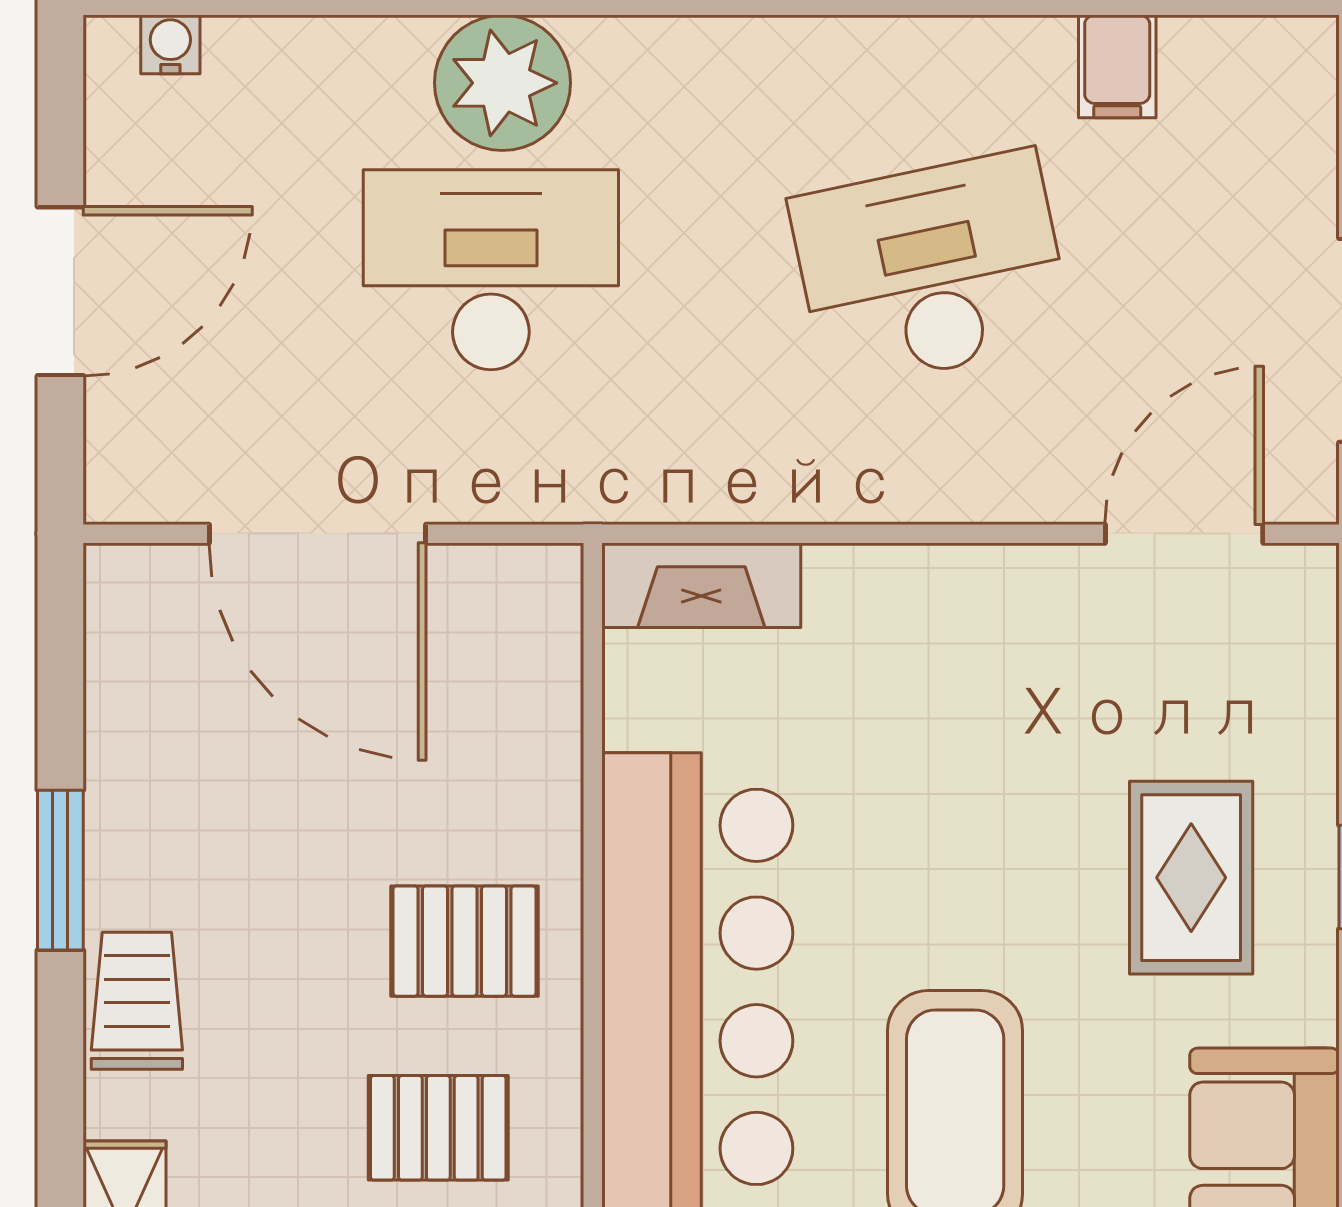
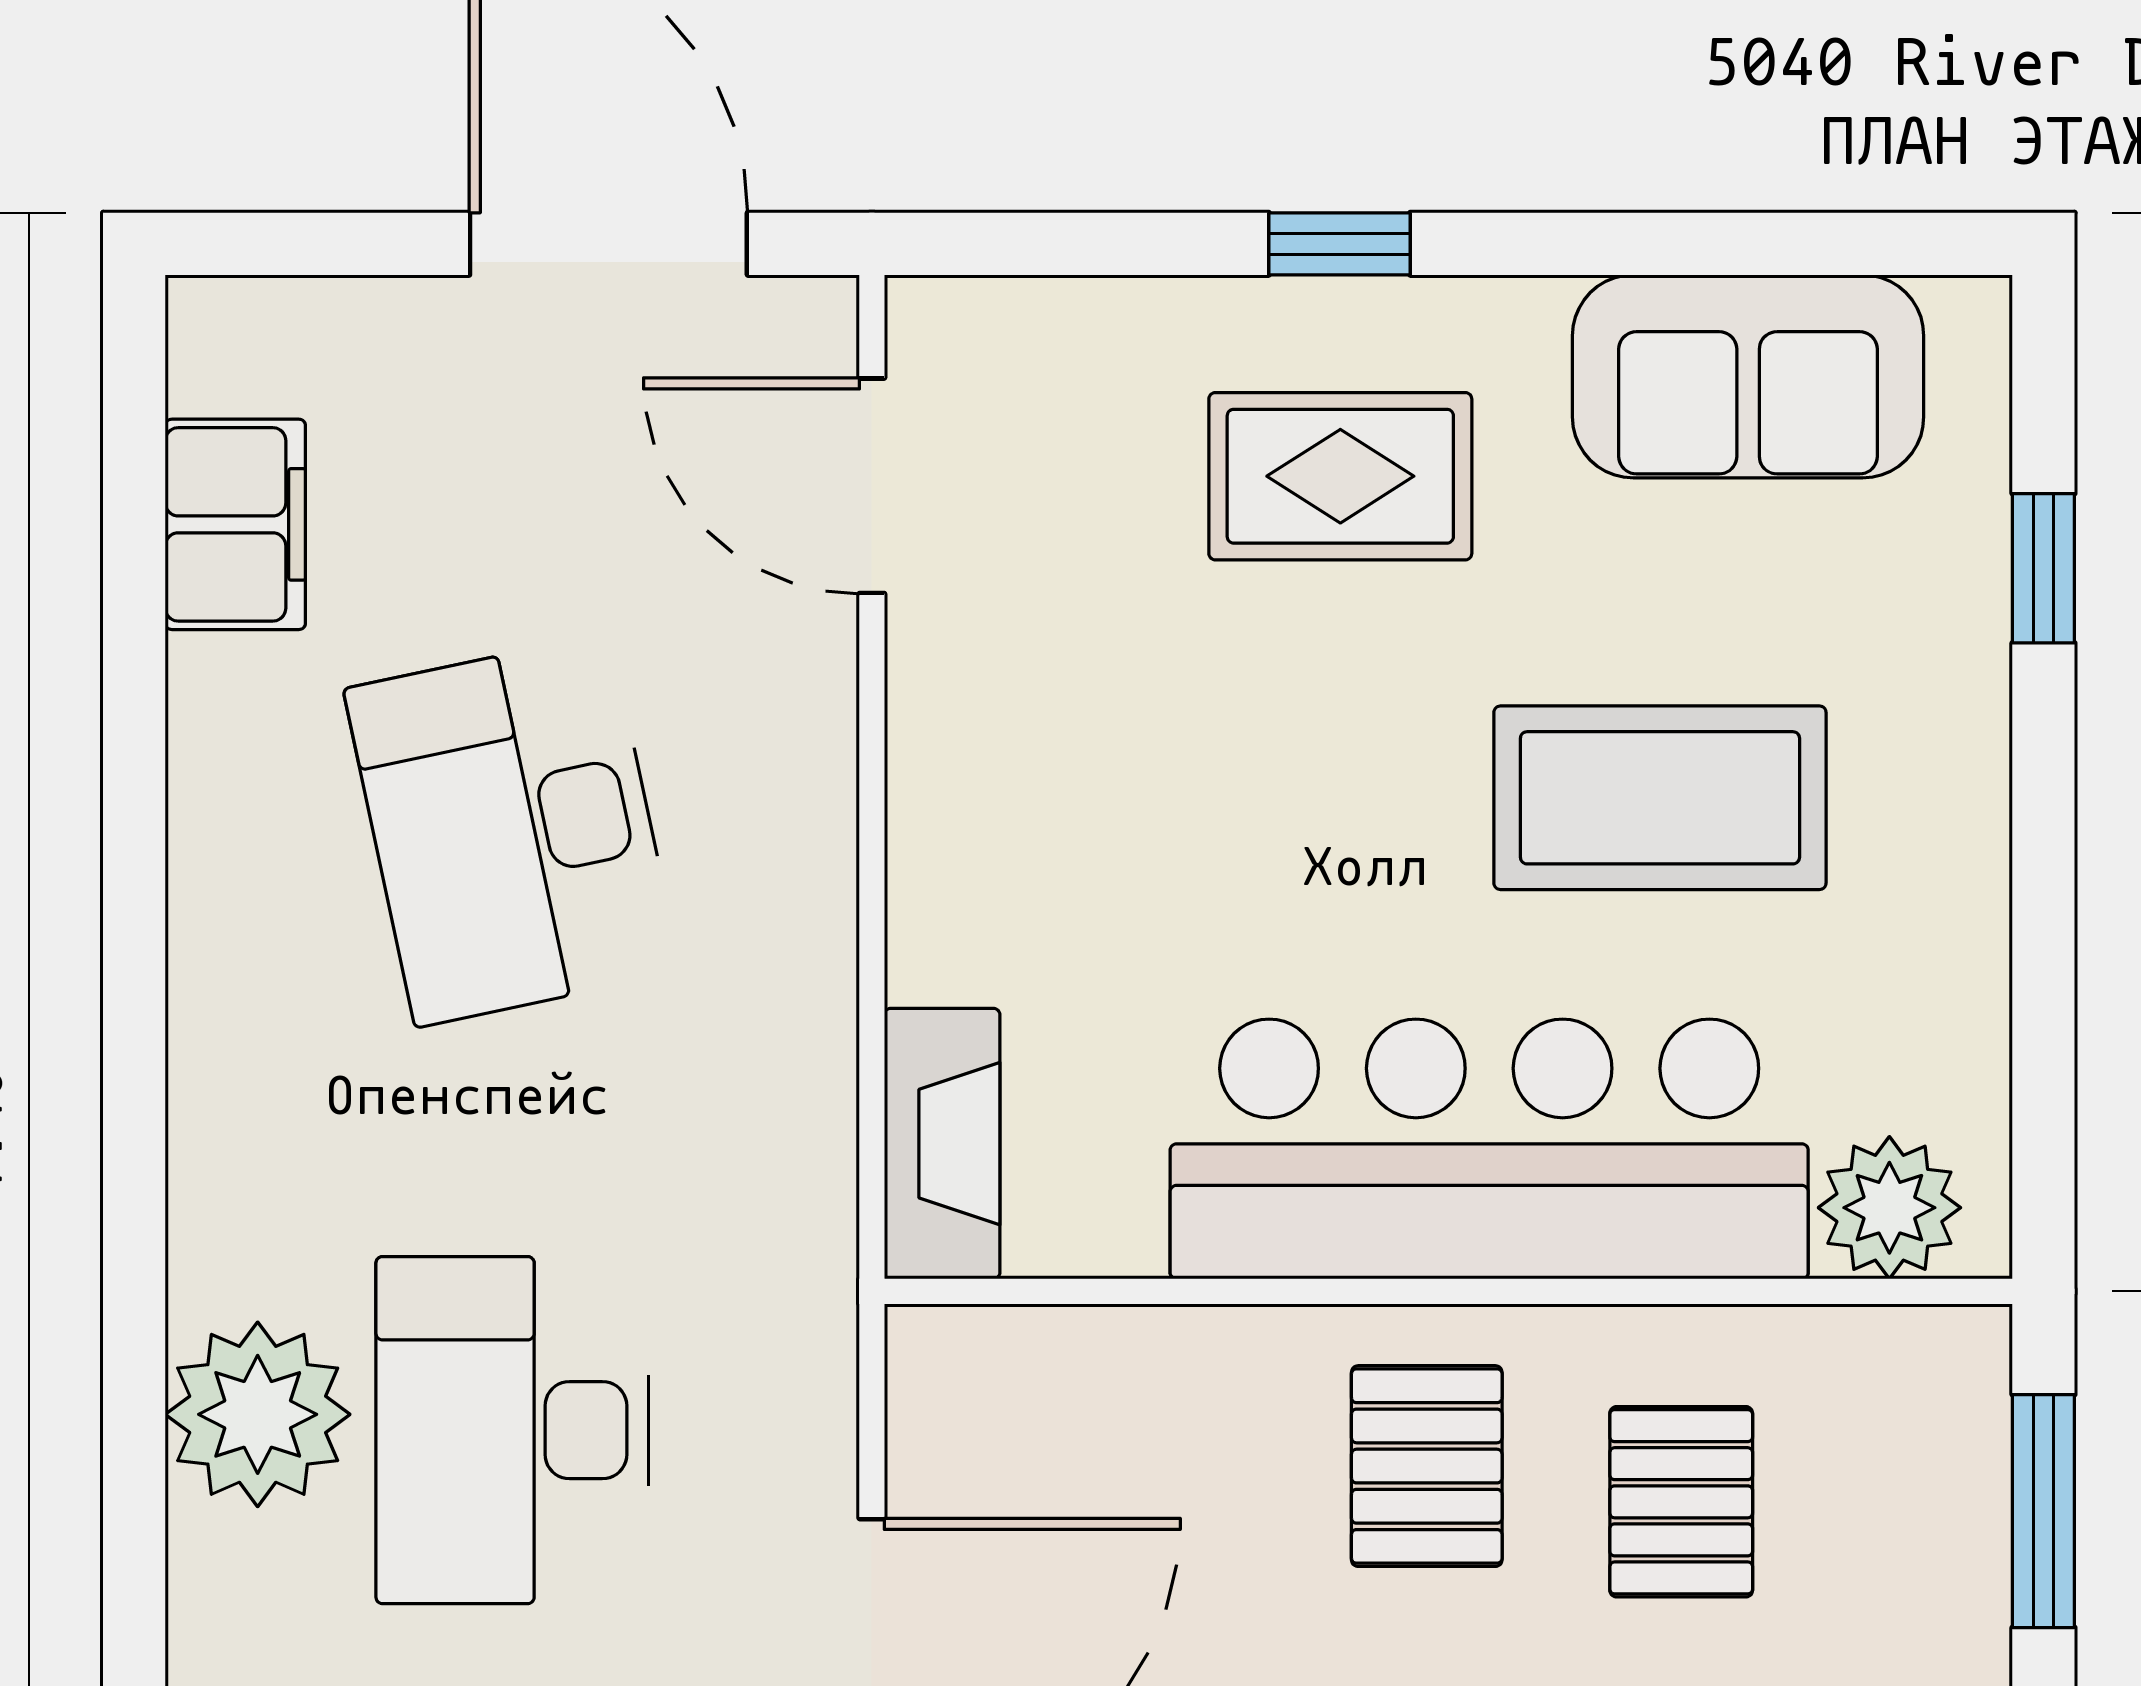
filing cabinet: (1117, 66) -> (235, 524), width x2.00

